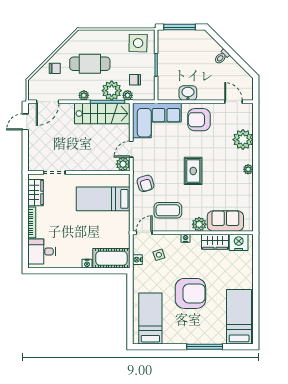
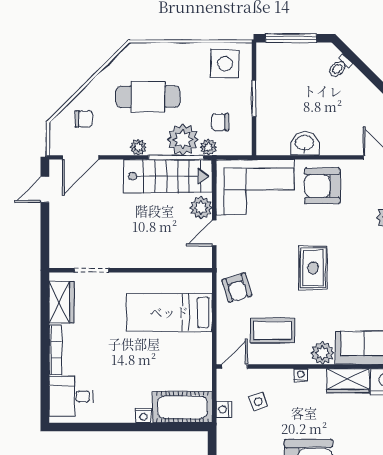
toilet: (222, 57) -> (339, 67), moved
chair: (55, 68) -> (84, 119), moved
plant: (123, 164) -> (201, 208), moved

